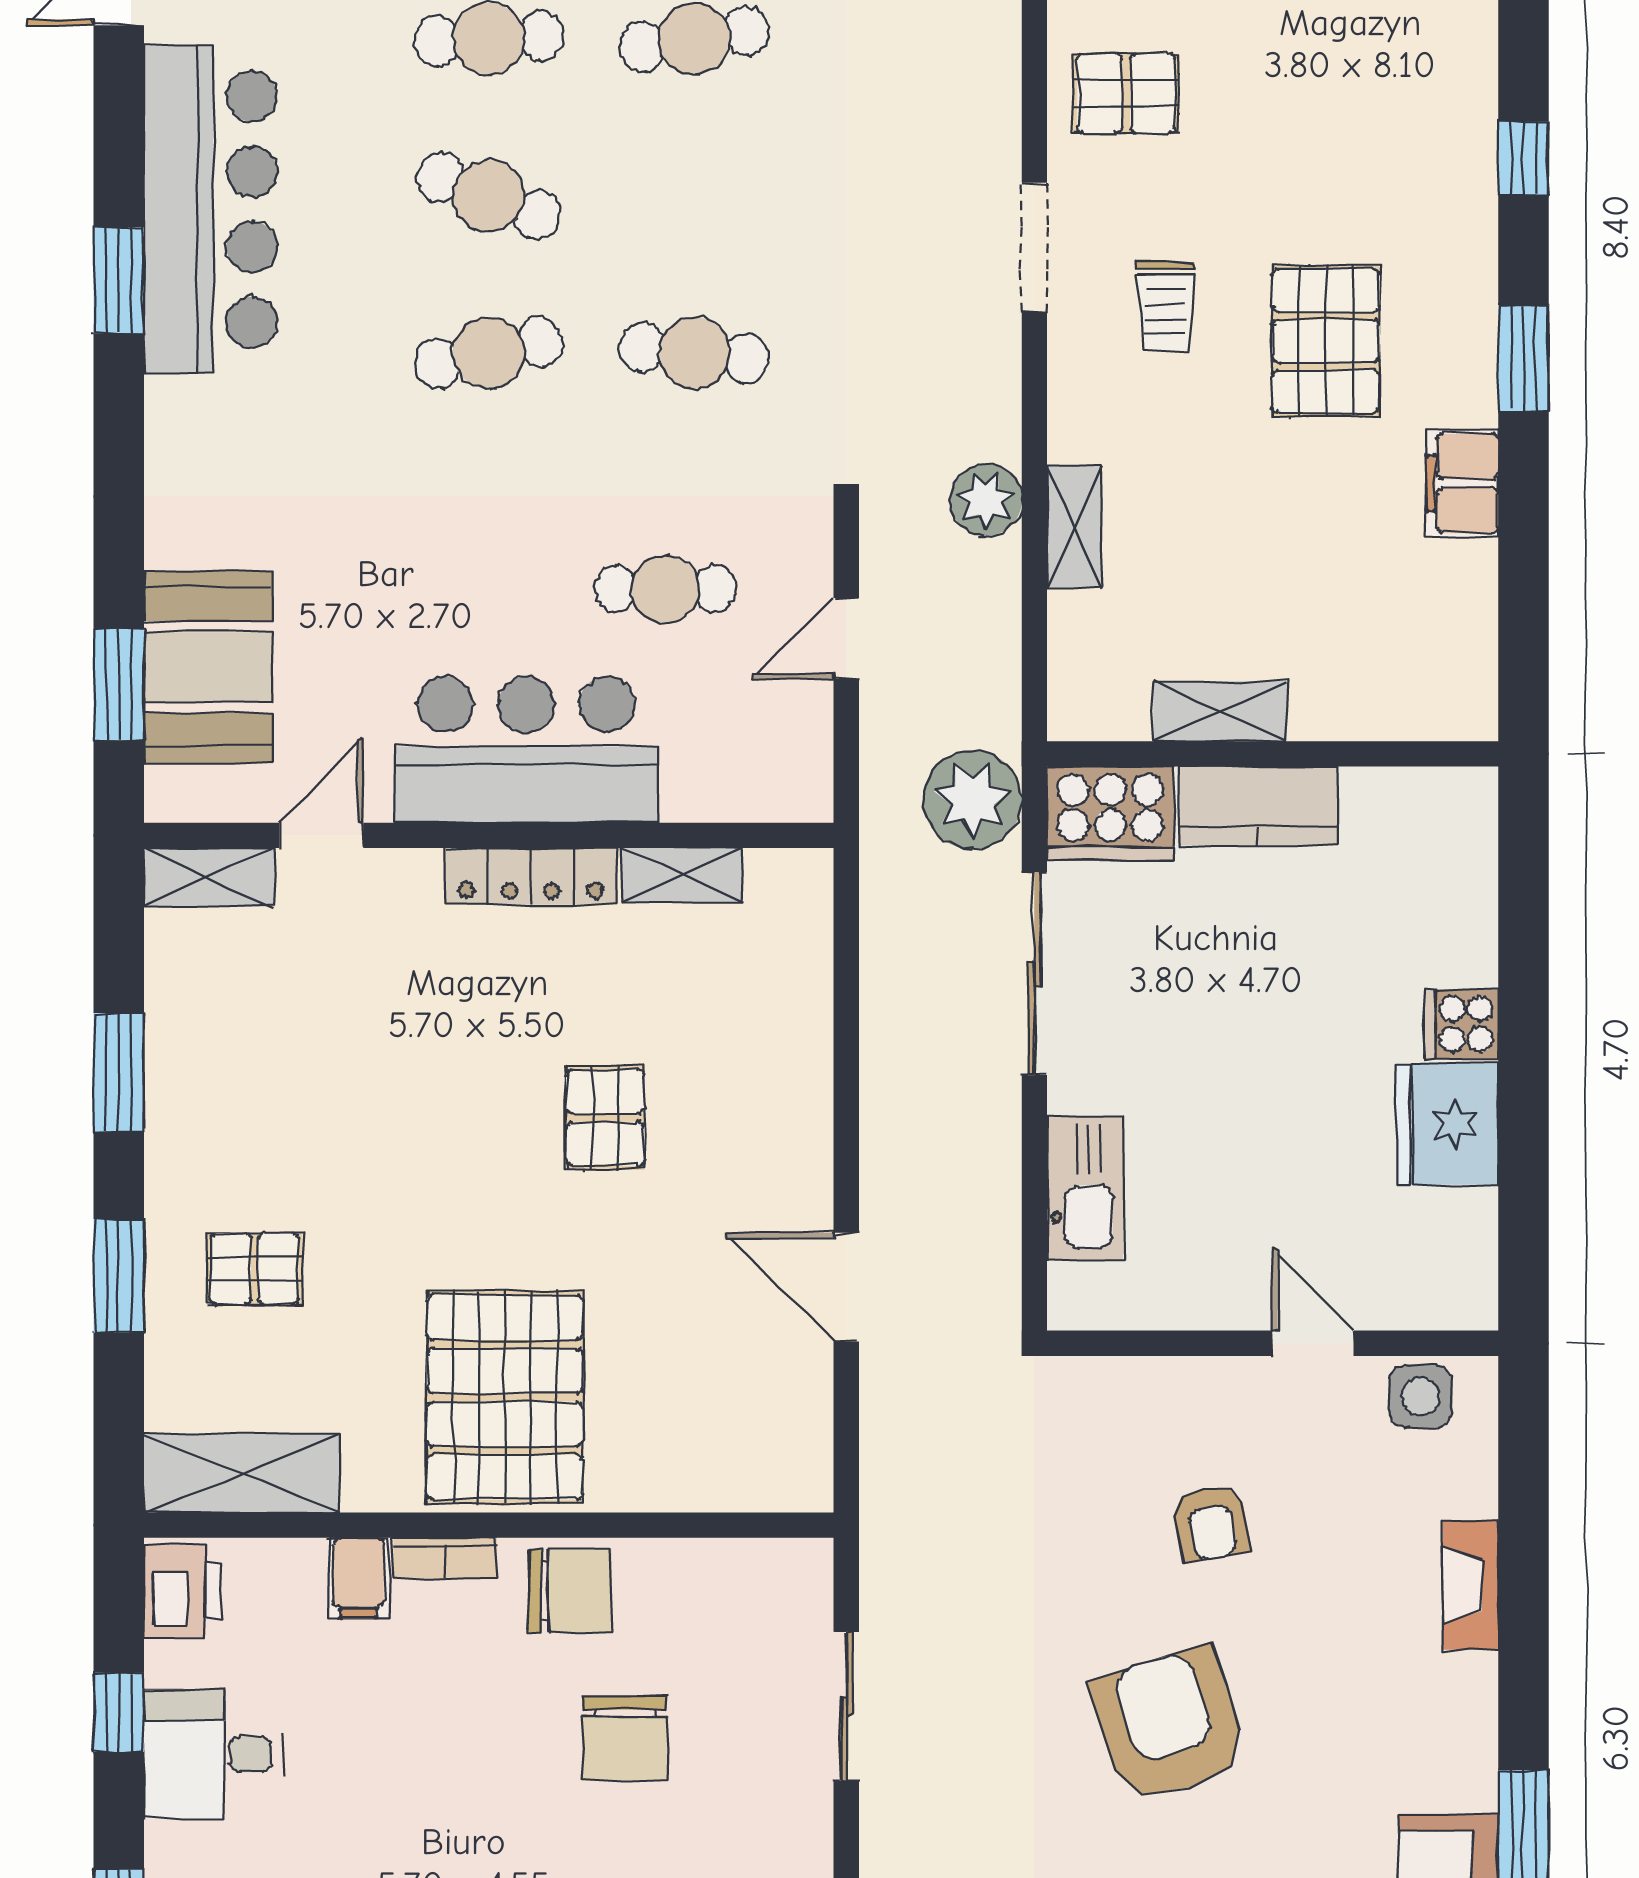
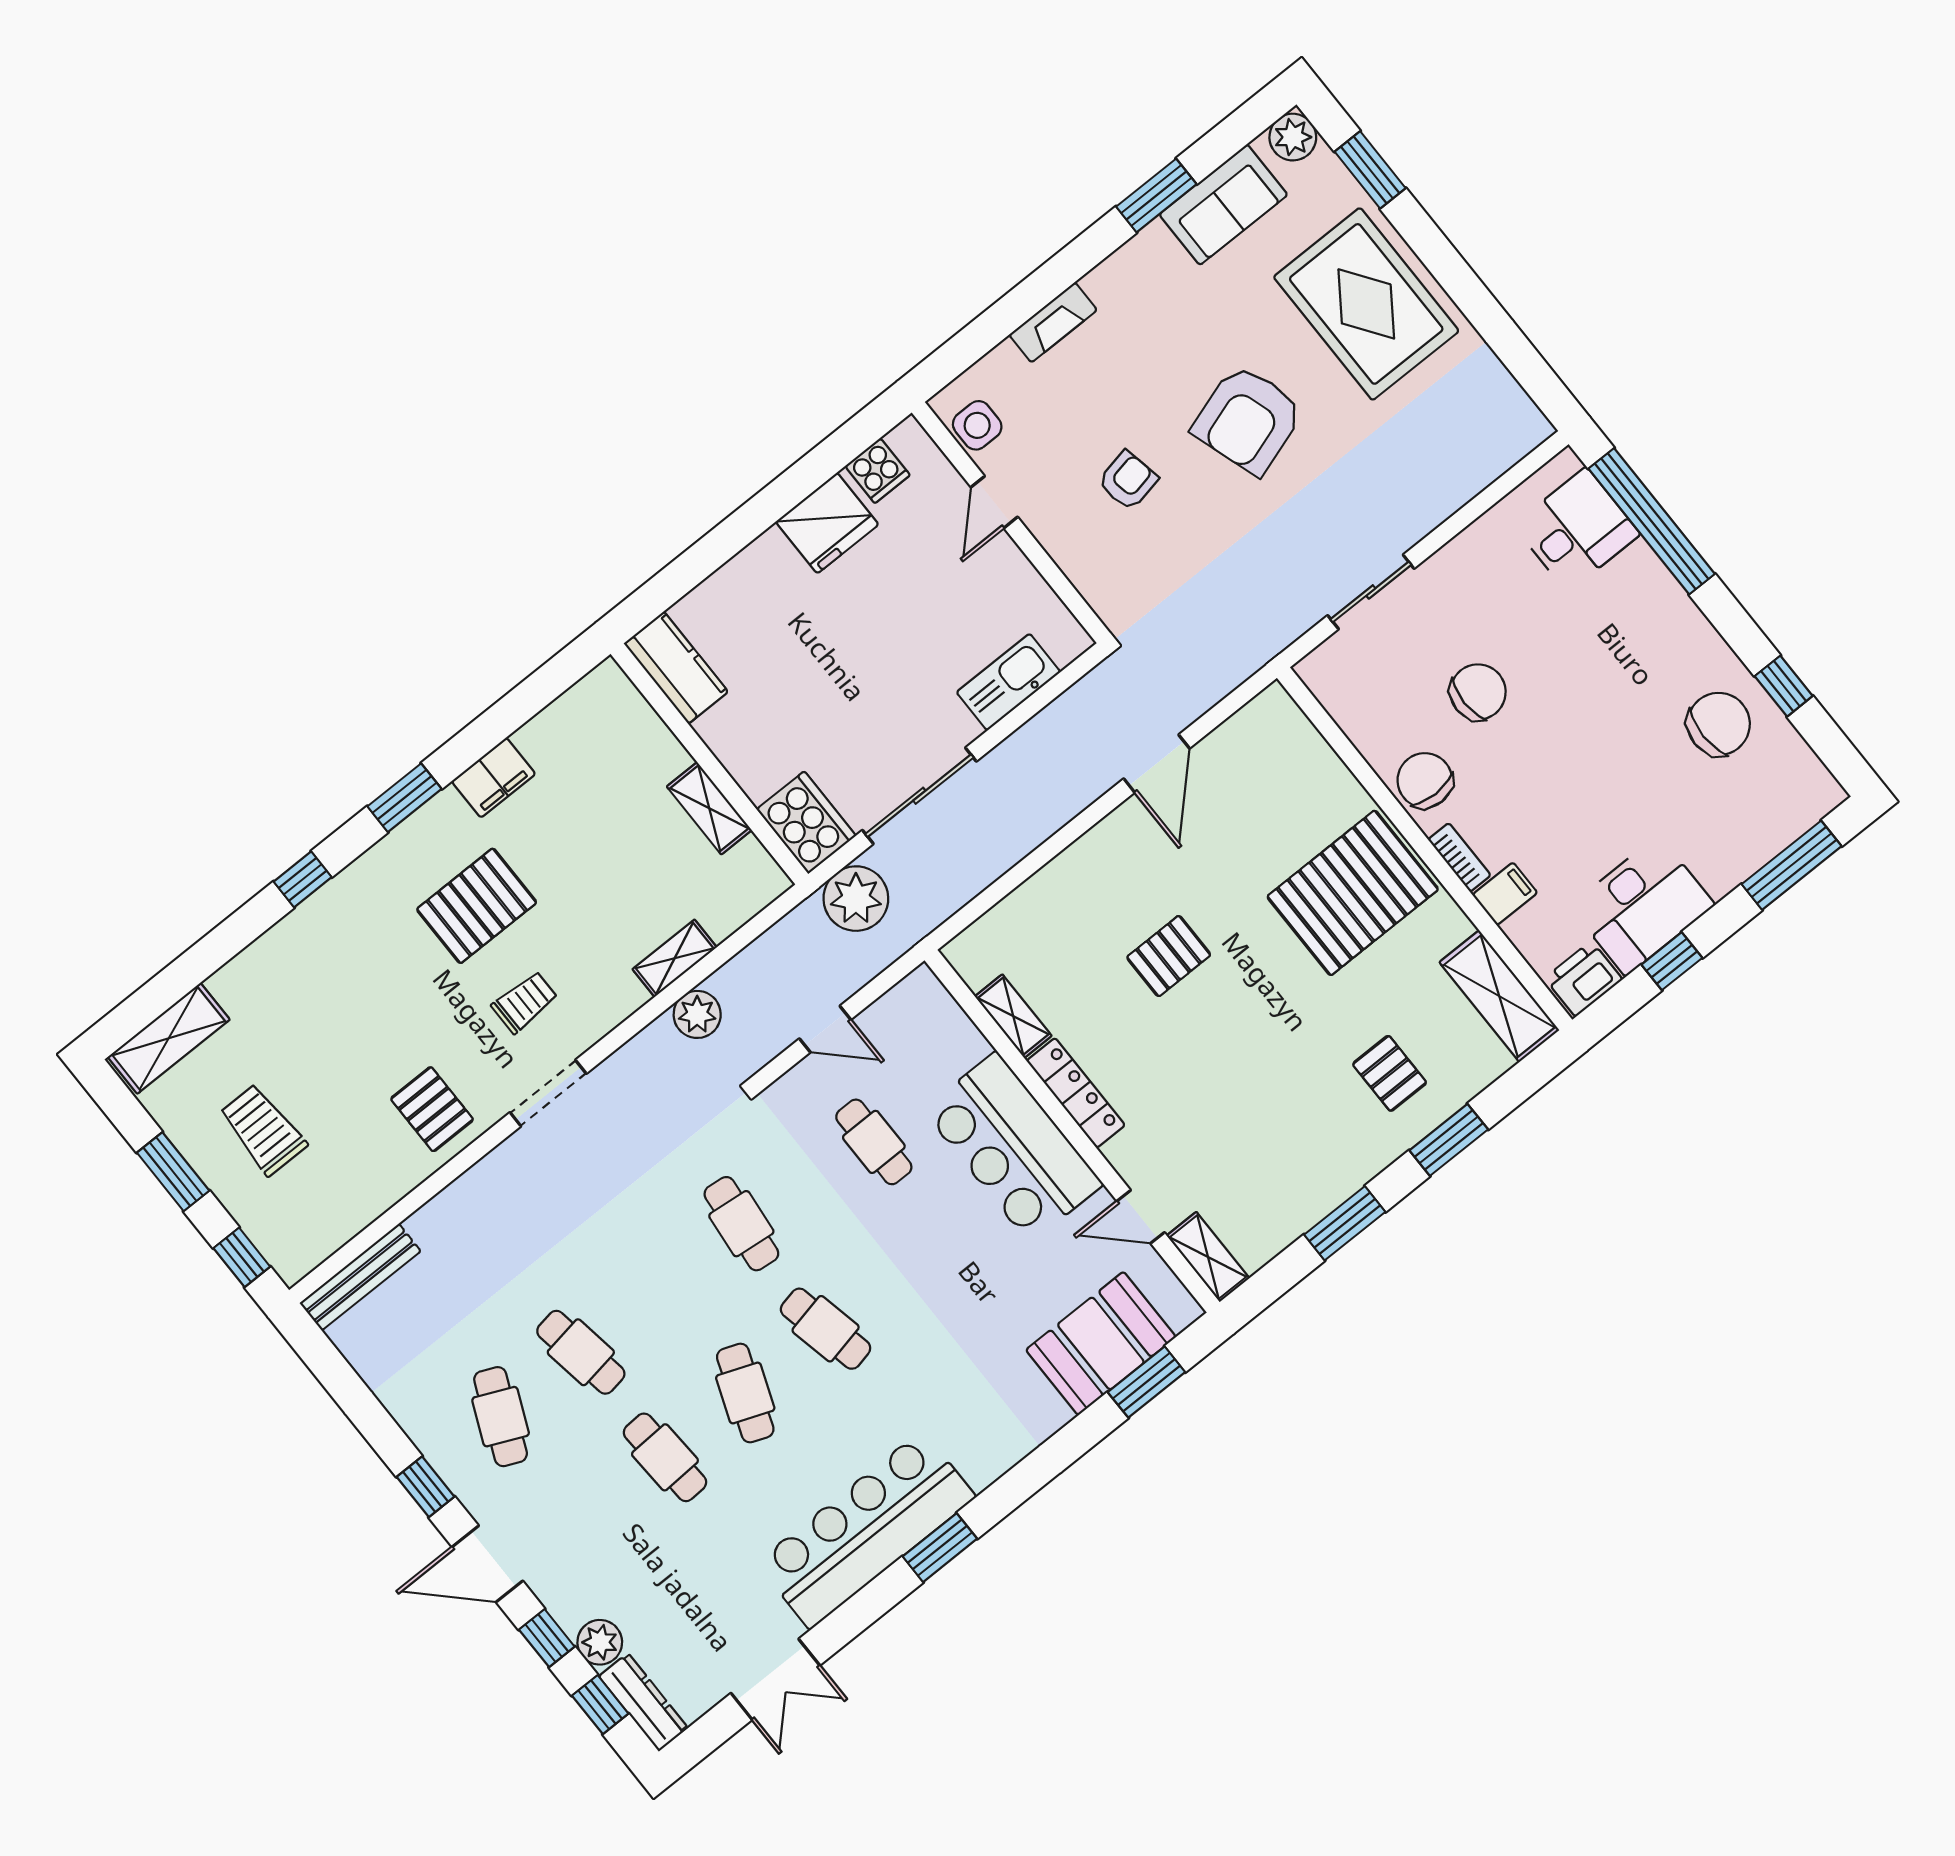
kitchen counter: (1258, 806) -> (676, 668), moved
cooker: (1462, 1024) -> (878, 471), moved
desk: (213, 1754) -> (1642, 906), width x1.37

